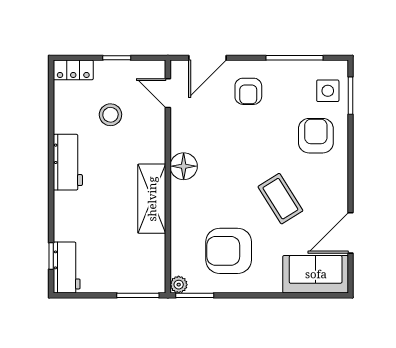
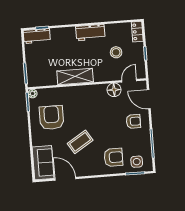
armchair: (248, 91) -> (133, 121), turned 180
floor lamp: (184, 166) -> (114, 90), moved

